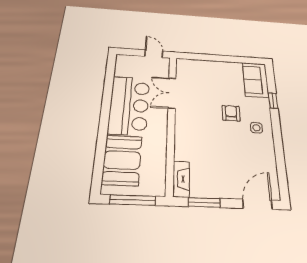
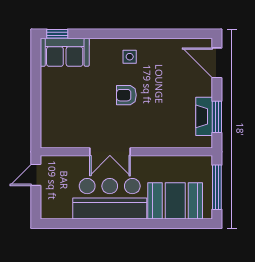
double door: (172, 93) -> (110, 152), moved
window: (273, 101) -> (57, 34), moved
armchair: (231, 113) -> (126, 95), moved
fireplace: (181, 179) -> (204, 116), moved, turned -90

